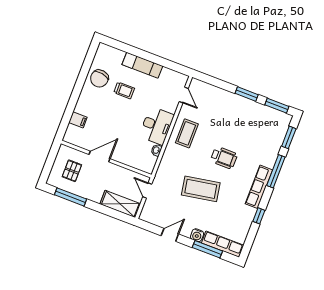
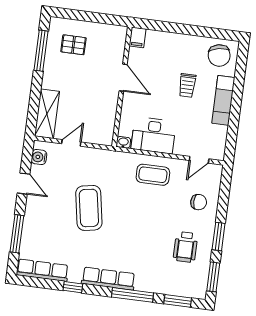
chair: (99, 78) -> (219, 55), moved, turned -111
chair: (216, 103) -> (199, 202), added
door: (99, 157) -> (123, 78), moved
wheelchair: (224, 158) -> (185, 247), moved
wall: (106, 159) -> (122, 87), moved
water cooler: (197, 235) -> (39, 157), moved
row of seats: (223, 244) -> (42, 270), moved, turned -90

